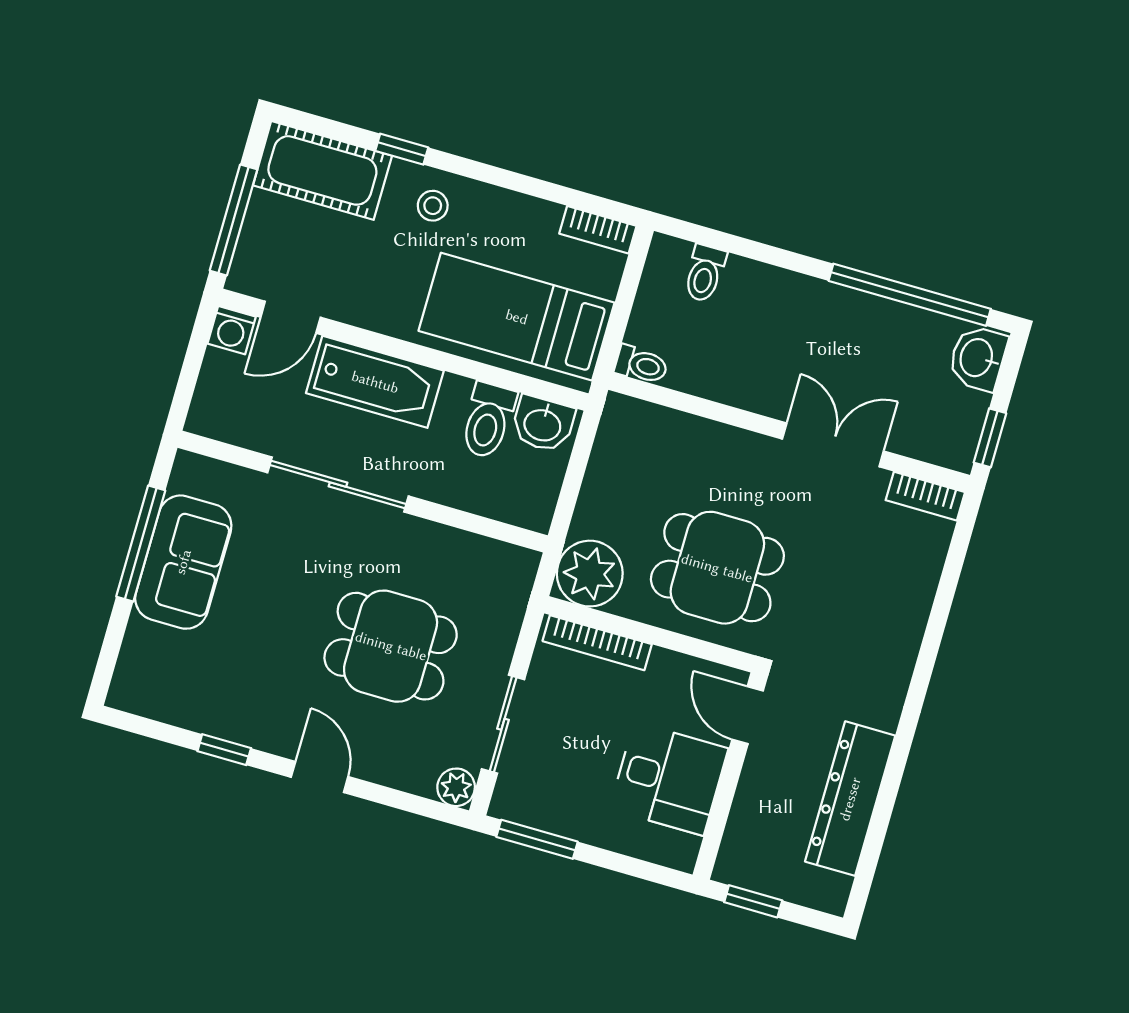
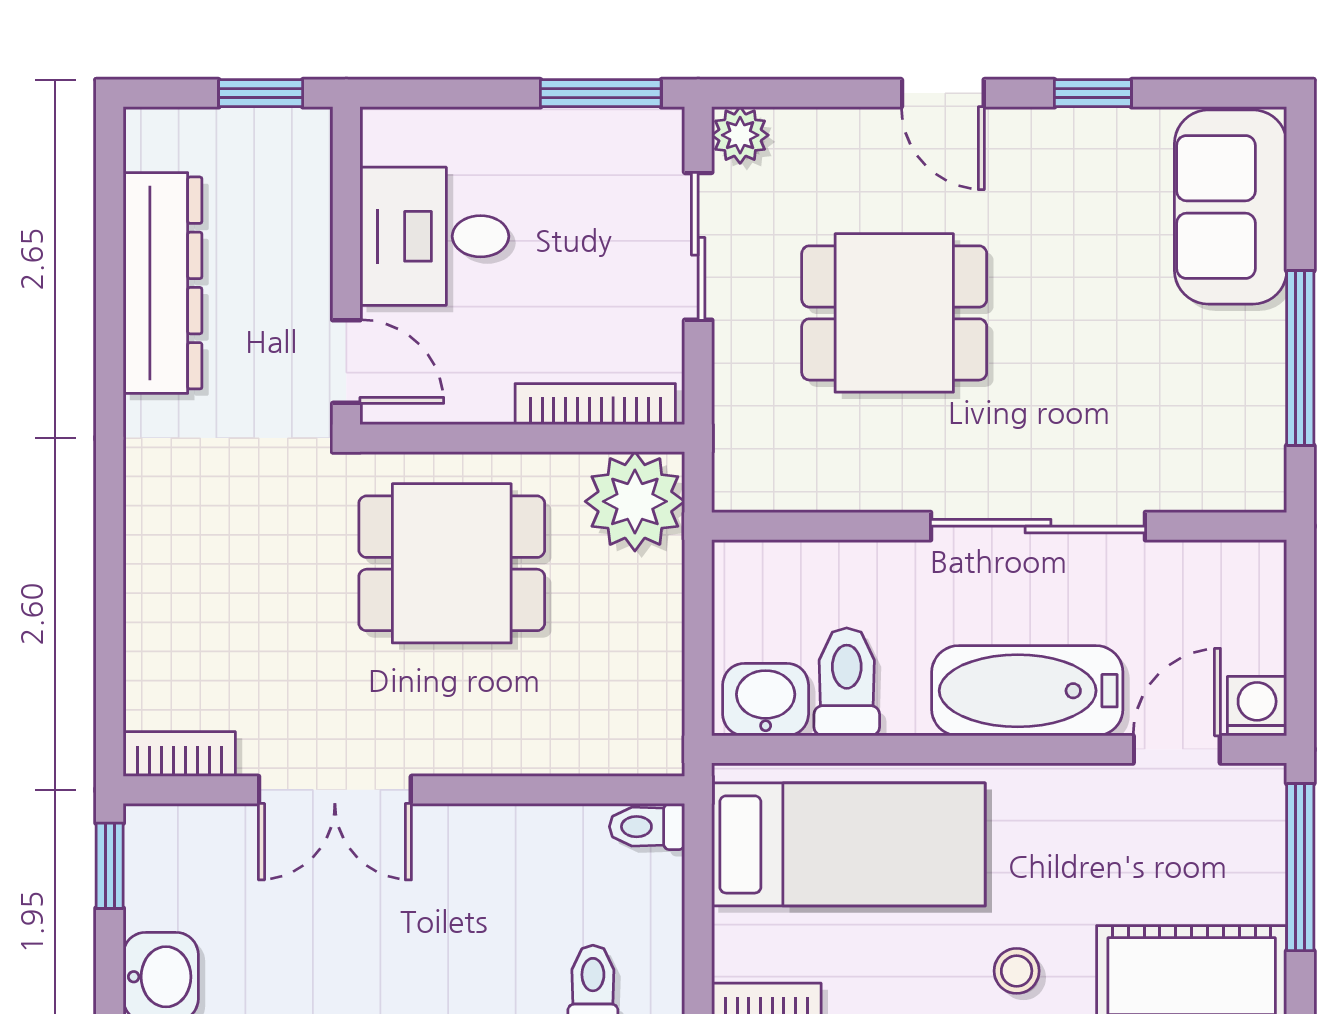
sofa: (183, 562) -> (1231, 207), moved

